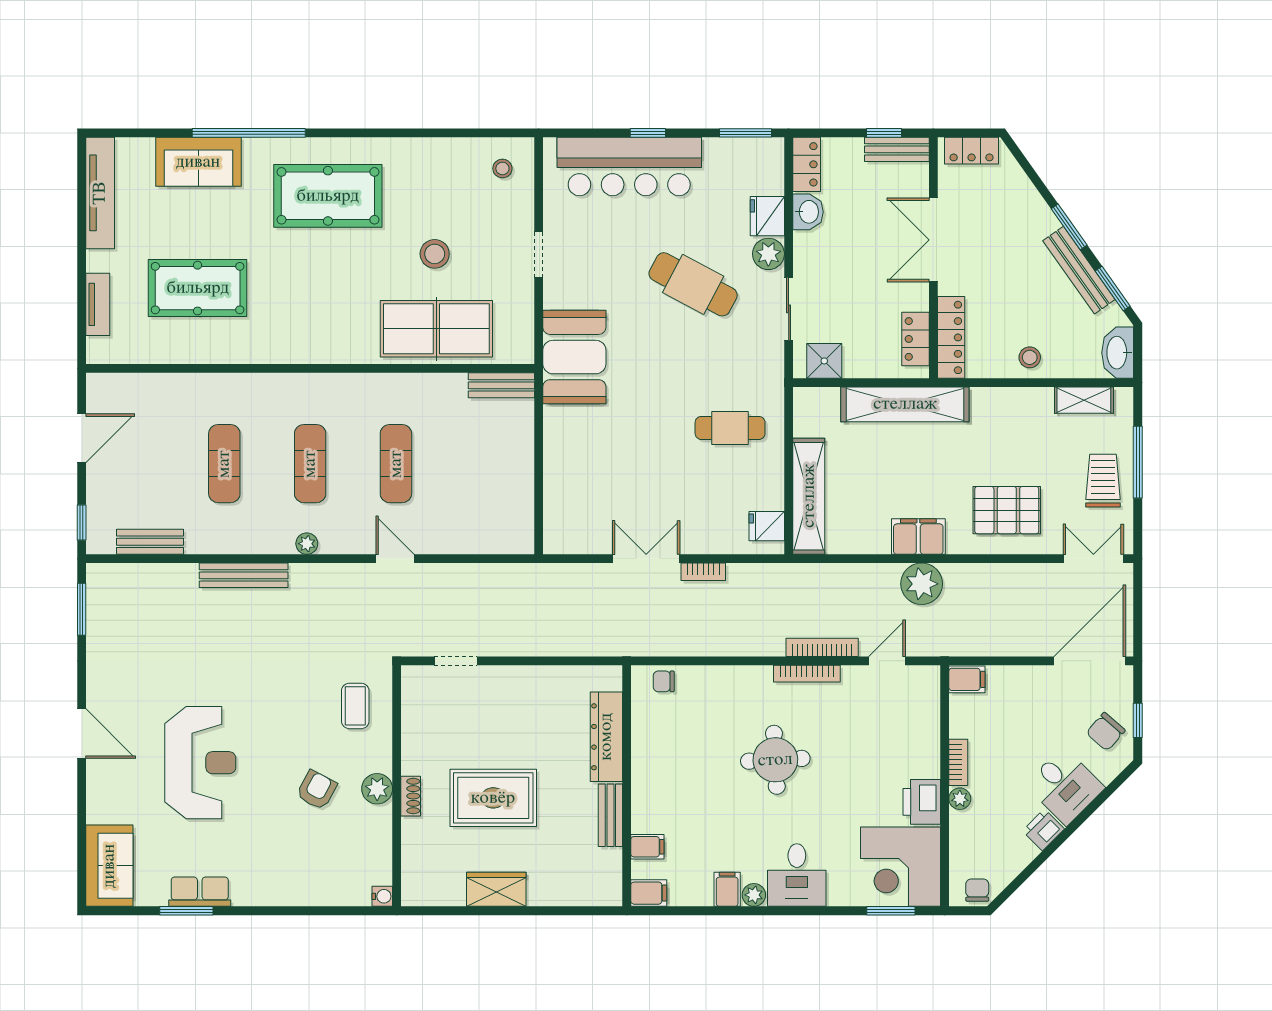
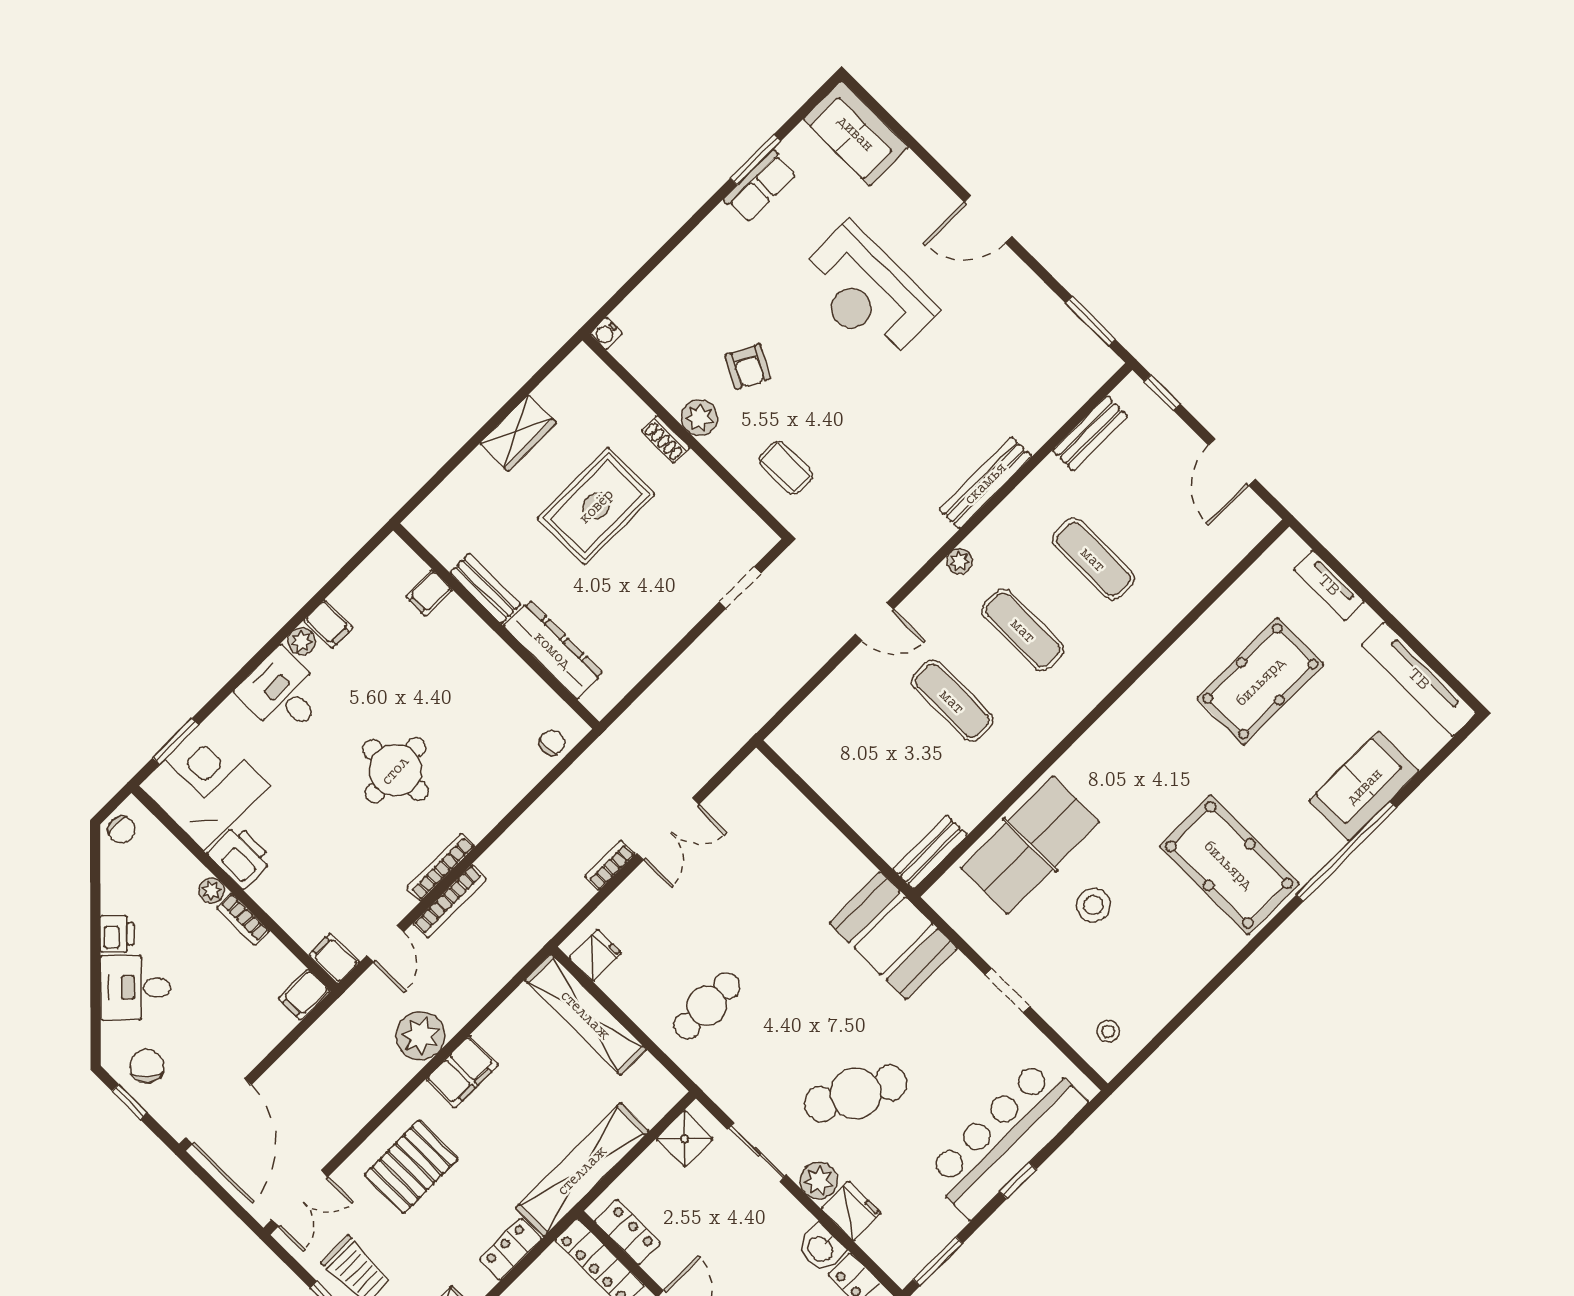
pool table: (328, 196) -> (1229, 865), turned 90
locker: (997, 400) -> (511, 1249), added
filing cabinet: (649, 893) -> (334, 959), moved, turned 90

